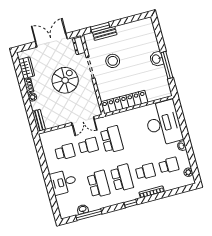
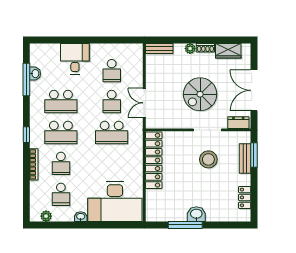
locker: (134, 26) -> (245, 197), added
double door: (51, 40) -> (254, 90), swing flipped
spiral stairs: (65, 80) -> (200, 94), turned 90

